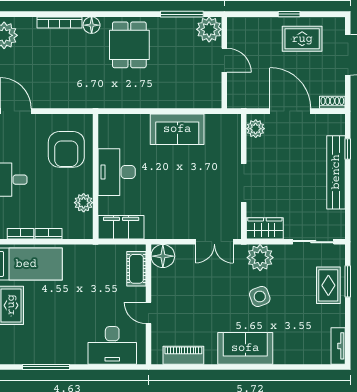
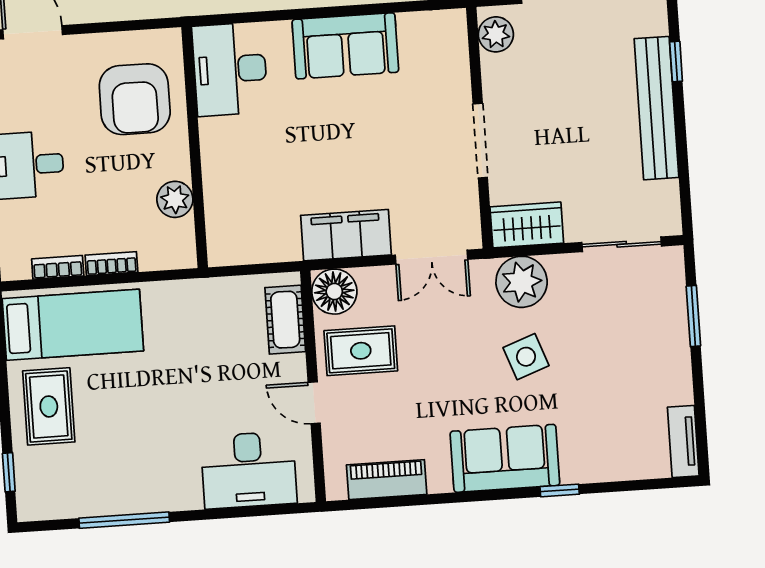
desk: (117, 172) -> (230, 69), moved
filing cabinet: (121, 227) -> (346, 235), moved
rug: (328, 285) -> (361, 351), moved, turned 90
window: (272, 367) -> (560, 490), added

